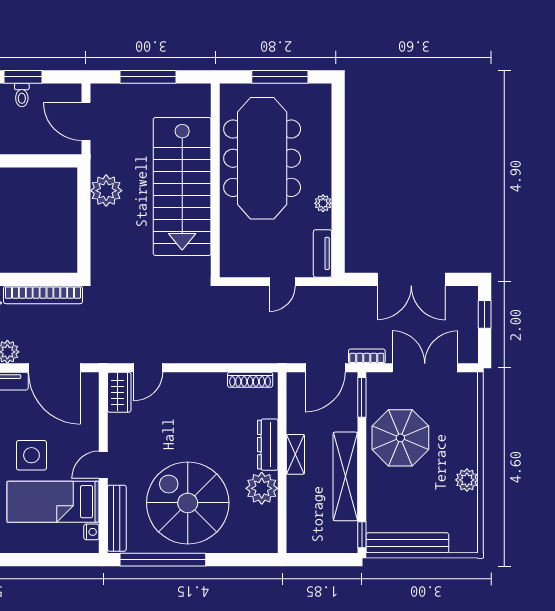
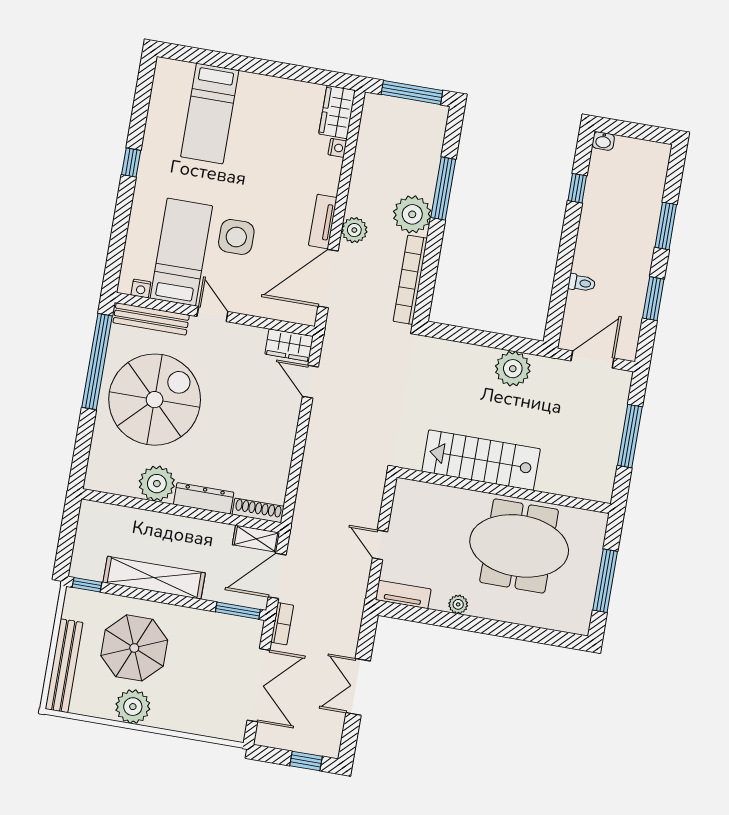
toilet: (22, 95) -> (582, 283), moved, turned 180
meeting table: (262, 158) -> (519, 546), width x0.73
stairs: (182, 186) -> (481, 460), width x0.73, depth x0.66
double door: (411, 279) -> (358, 687), width x0.73
door: (325, 368) -> (277, 576), hinge flipped
shoe rack: (250, 380) -> (258, 510), moved, turned 90
parasol: (400, 438) -> (134, 648), moved
shelving: (295, 454) -> (256, 539), moved
plant: (467, 480) -> (133, 707), width x1.36, depth x1.36
bench: (407, 543) -> (64, 666), moved

